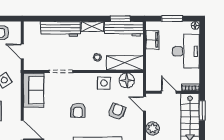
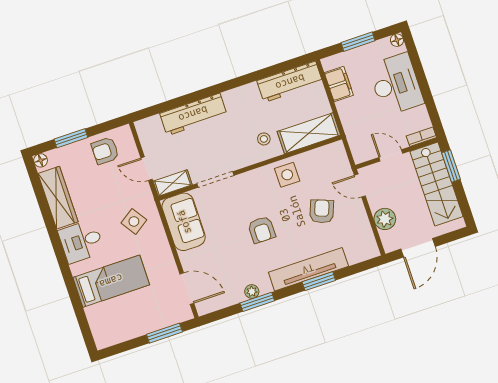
window: (120, 19) -> (279, 68), removed
shelving: (93, 27) -> (173, 183), moved
floor lamp: (127, 80) -> (321, 159), removed

